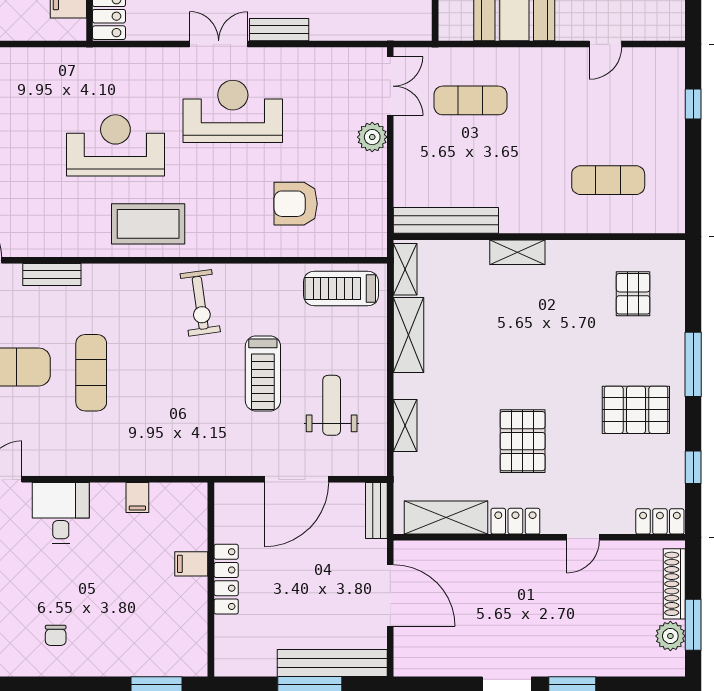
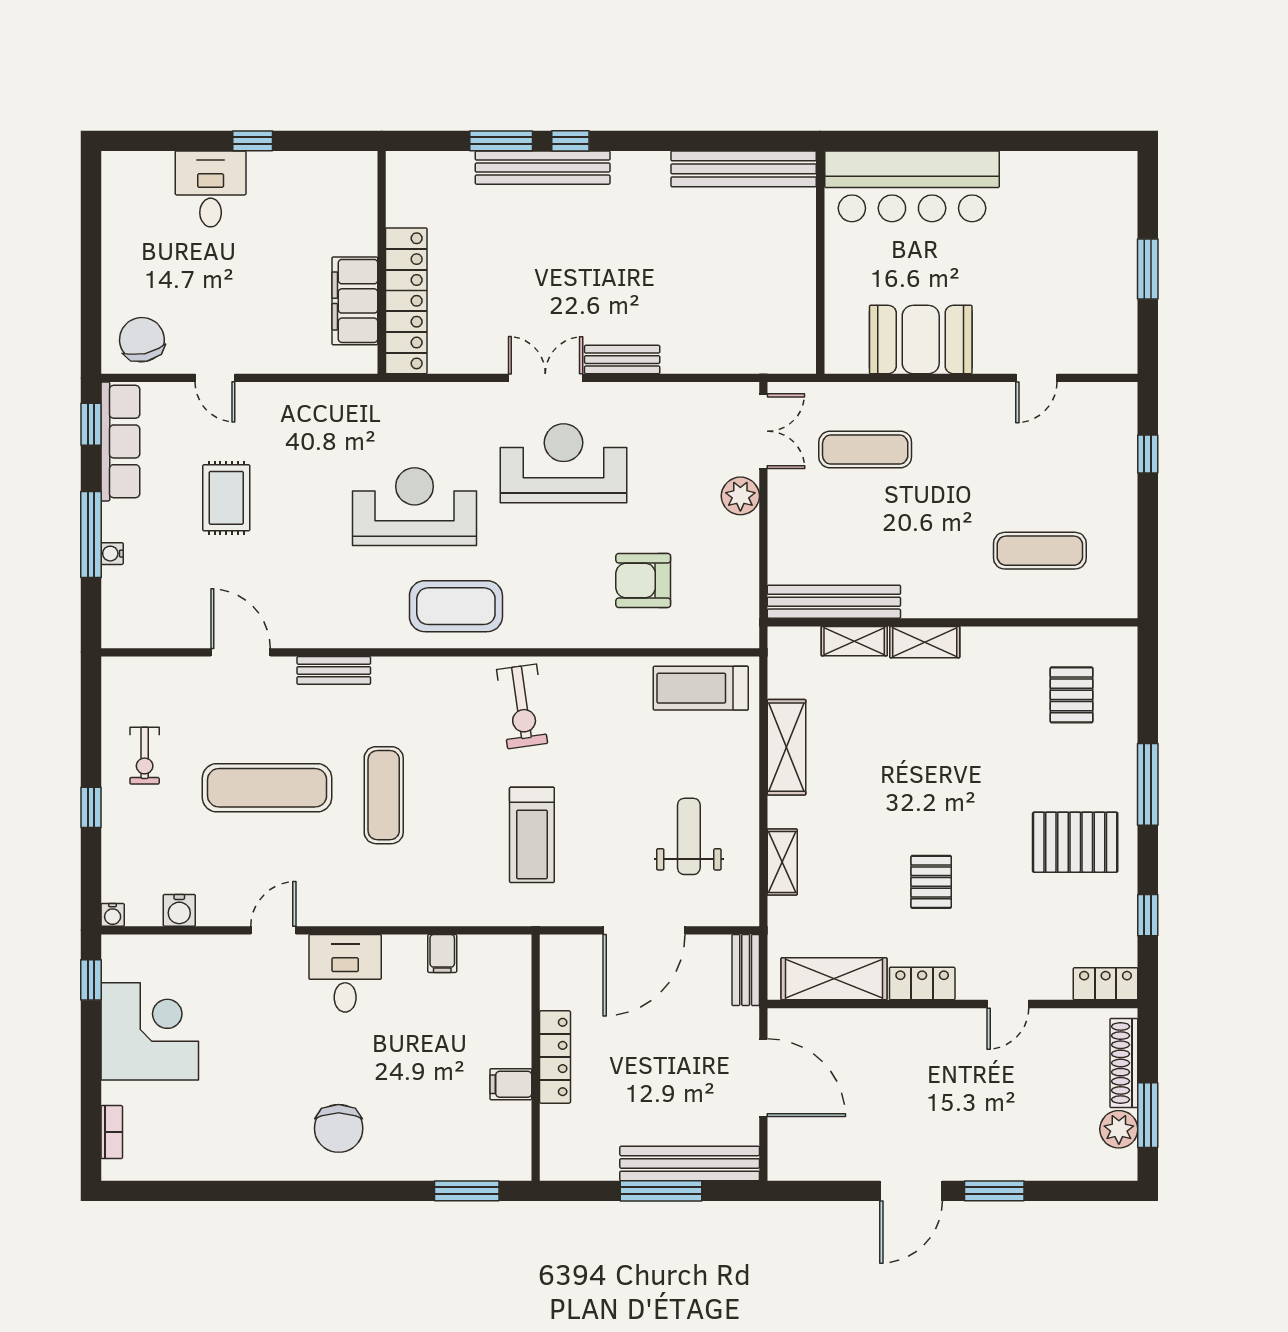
shelving: (405, 269) -> (854, 641), moved, turned 90
treadmill: (263, 373) -> (532, 835), moved
pallet: (523, 441) -> (931, 882), width x0.67, depth x0.71
filing cabinet: (191, 564) -> (511, 1084), moved
chair: (56, 635) -> (339, 1128), width x1.87, depth x1.87

